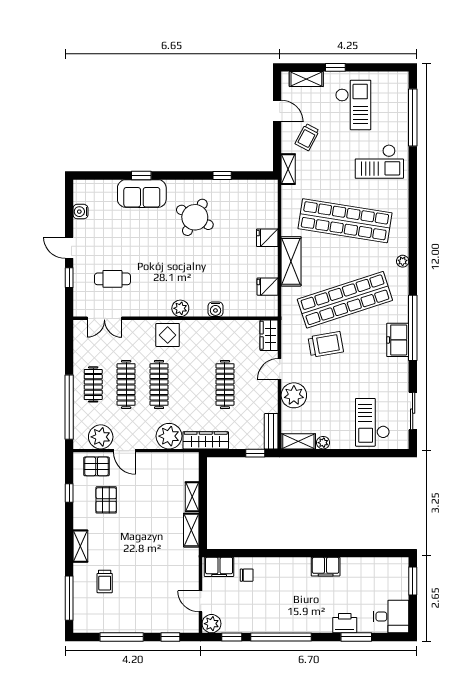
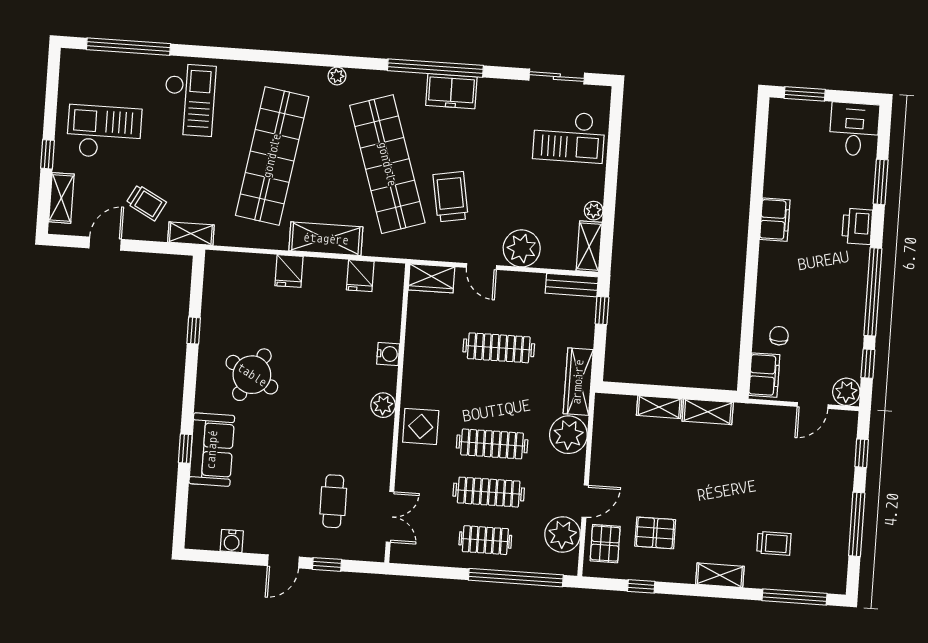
printer: (345, 623) -> (857, 226), moved

